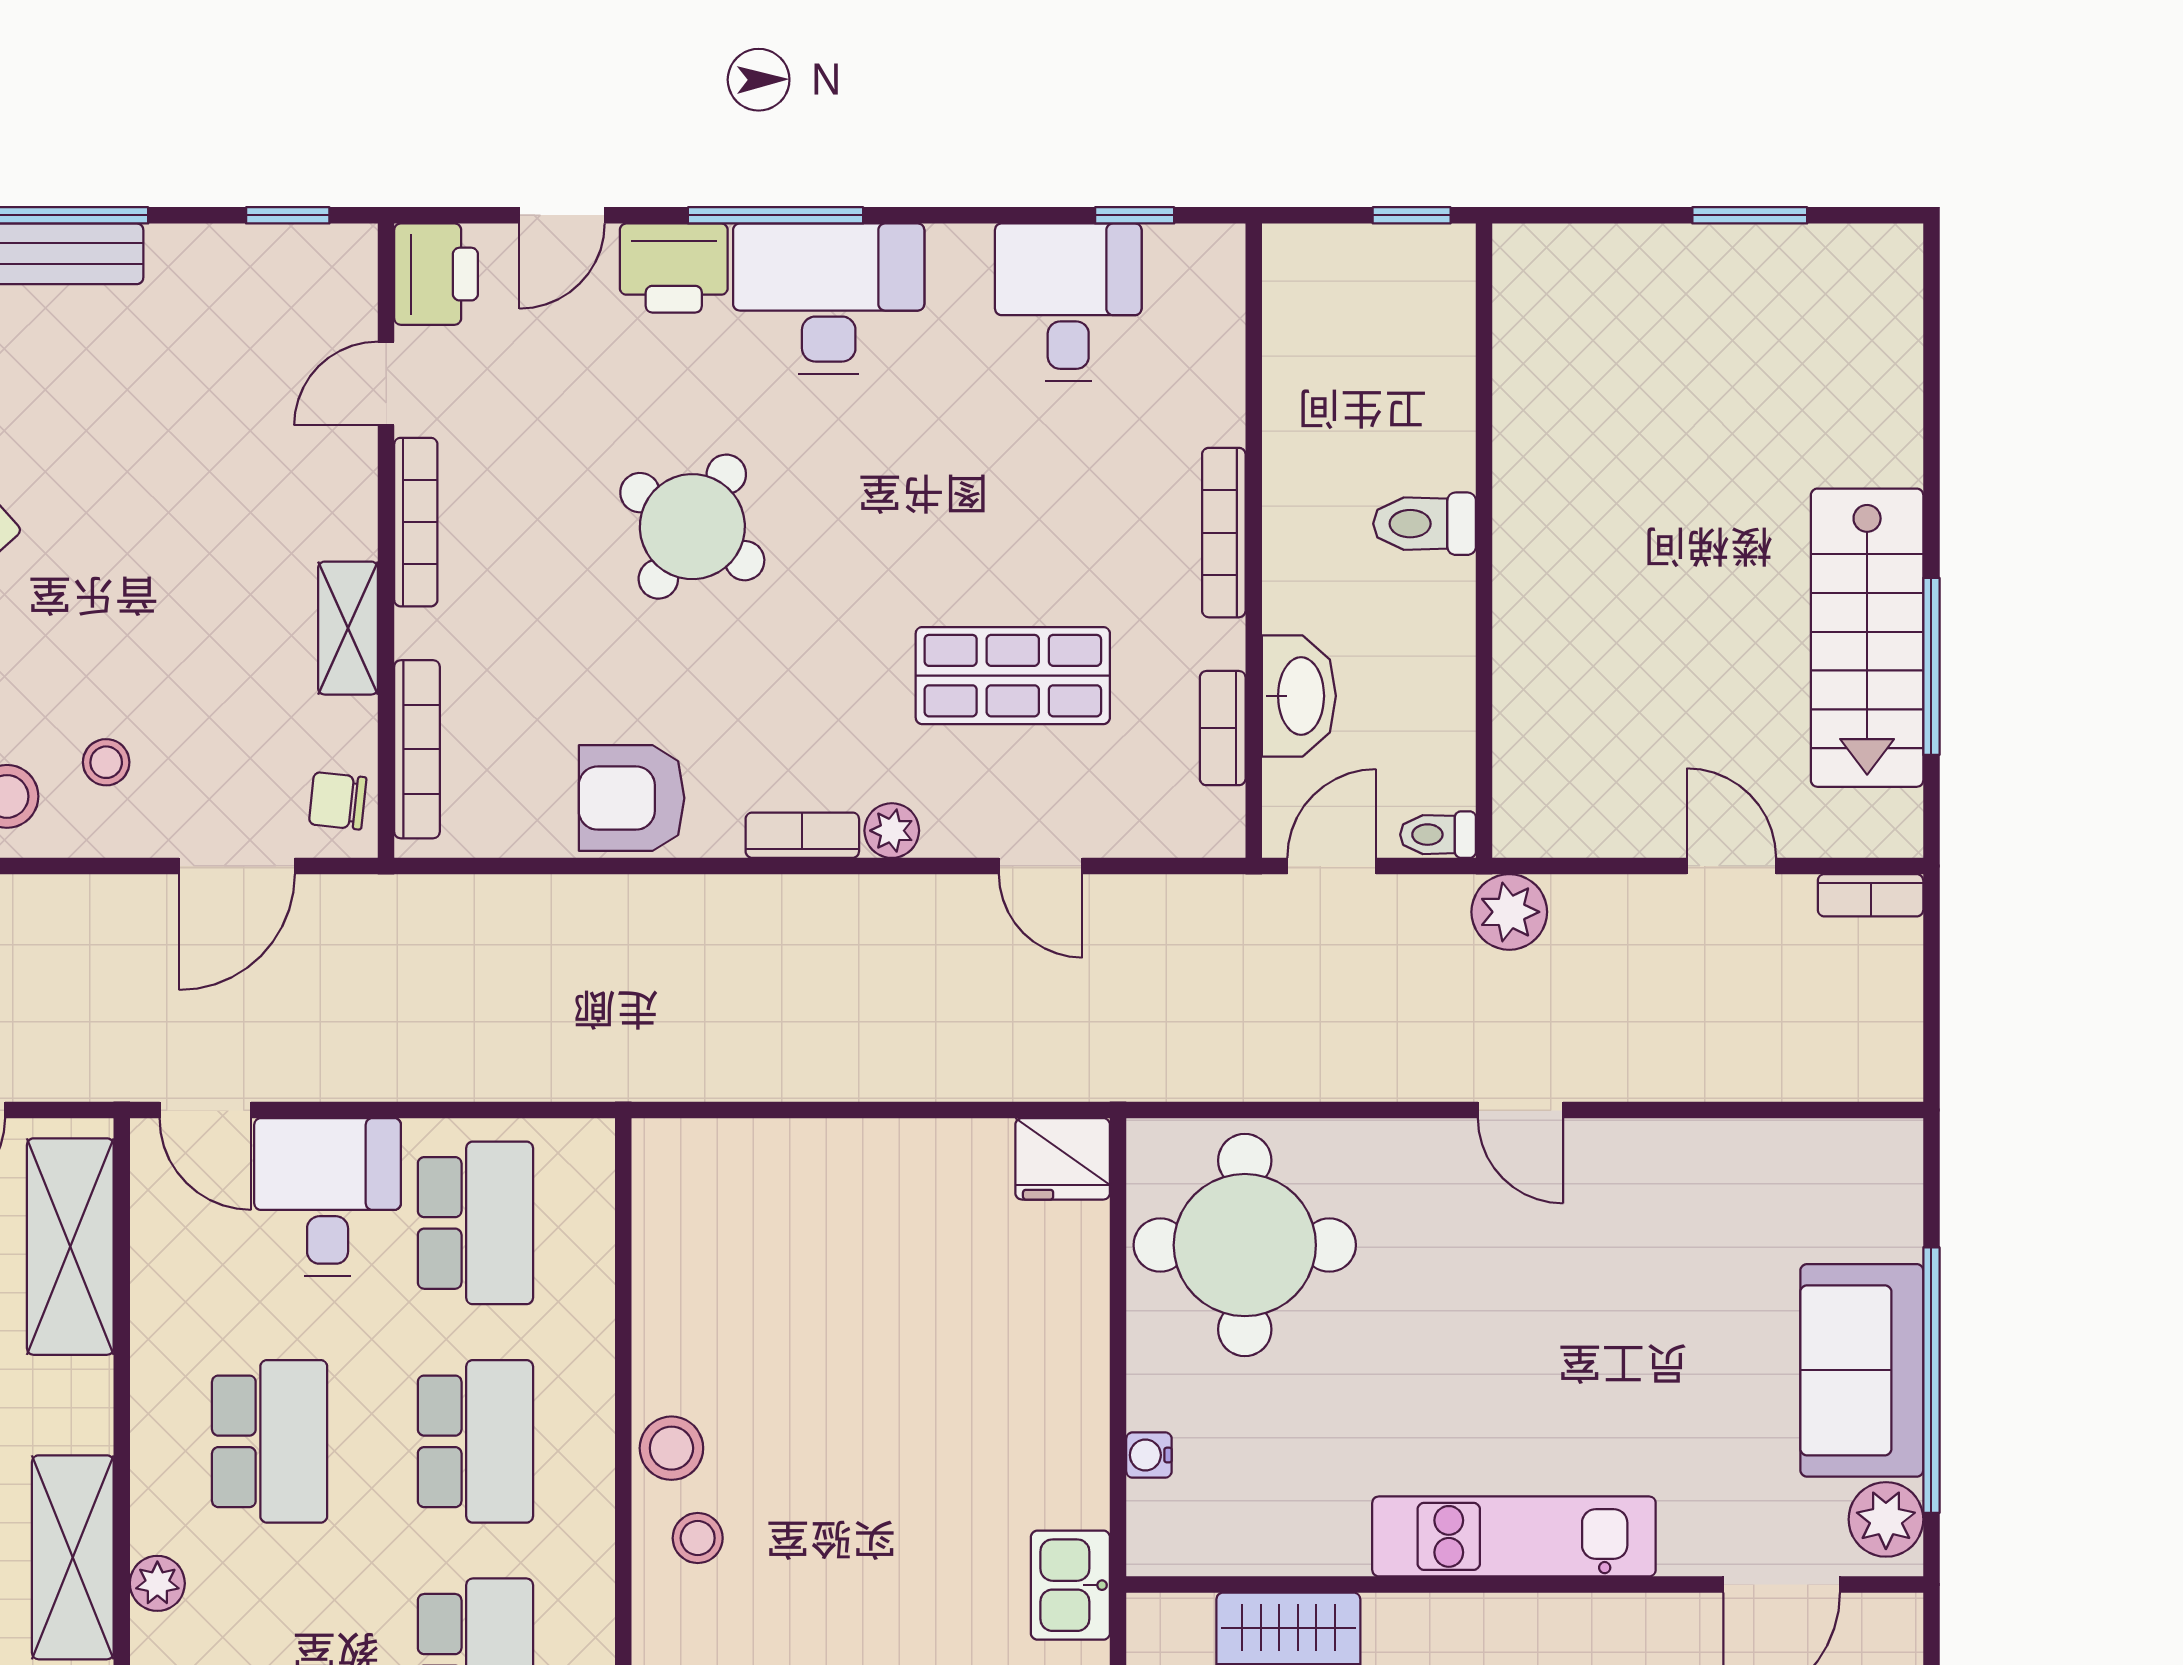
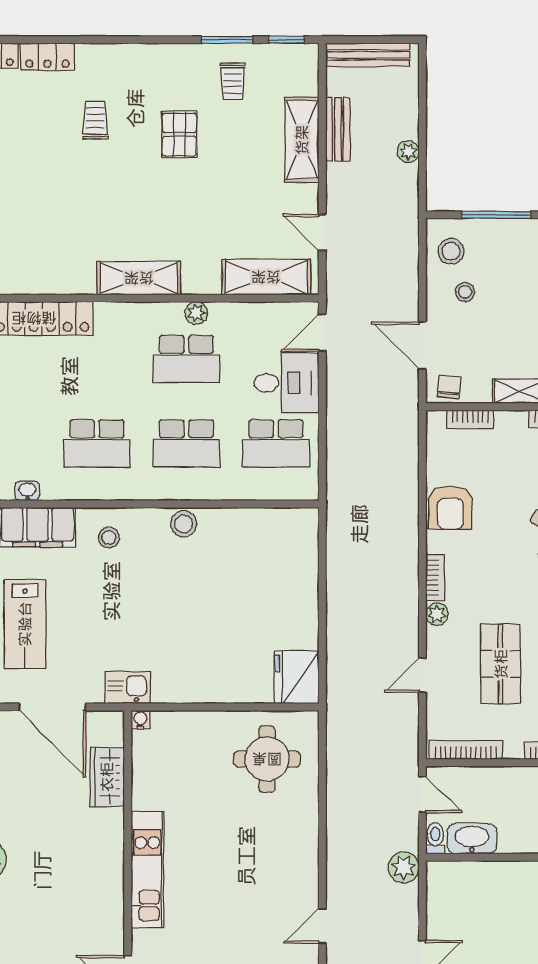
washbasin: (1299, 696) -> (472, 839), moved, turned 180
bookcase: (1223, 728) -> (466, 750), width x1.56
bookcase: (417, 749) -> (470, 419), width x0.64
armchair: (632, 798) -> (450, 507), turned 180
door: (1520, 1110) -> (322, 926), moved
fridge: (1063, 1159) -> (297, 677), width x1.36, depth x1.34
round table: (1245, 1245) -> (267, 759), width x0.73, depth x0.73
water cooler: (1149, 1455) -> (140, 720), moved
stool: (698, 1538) -> (109, 537), moved
plant: (157, 1583) -> (196, 313), moved

